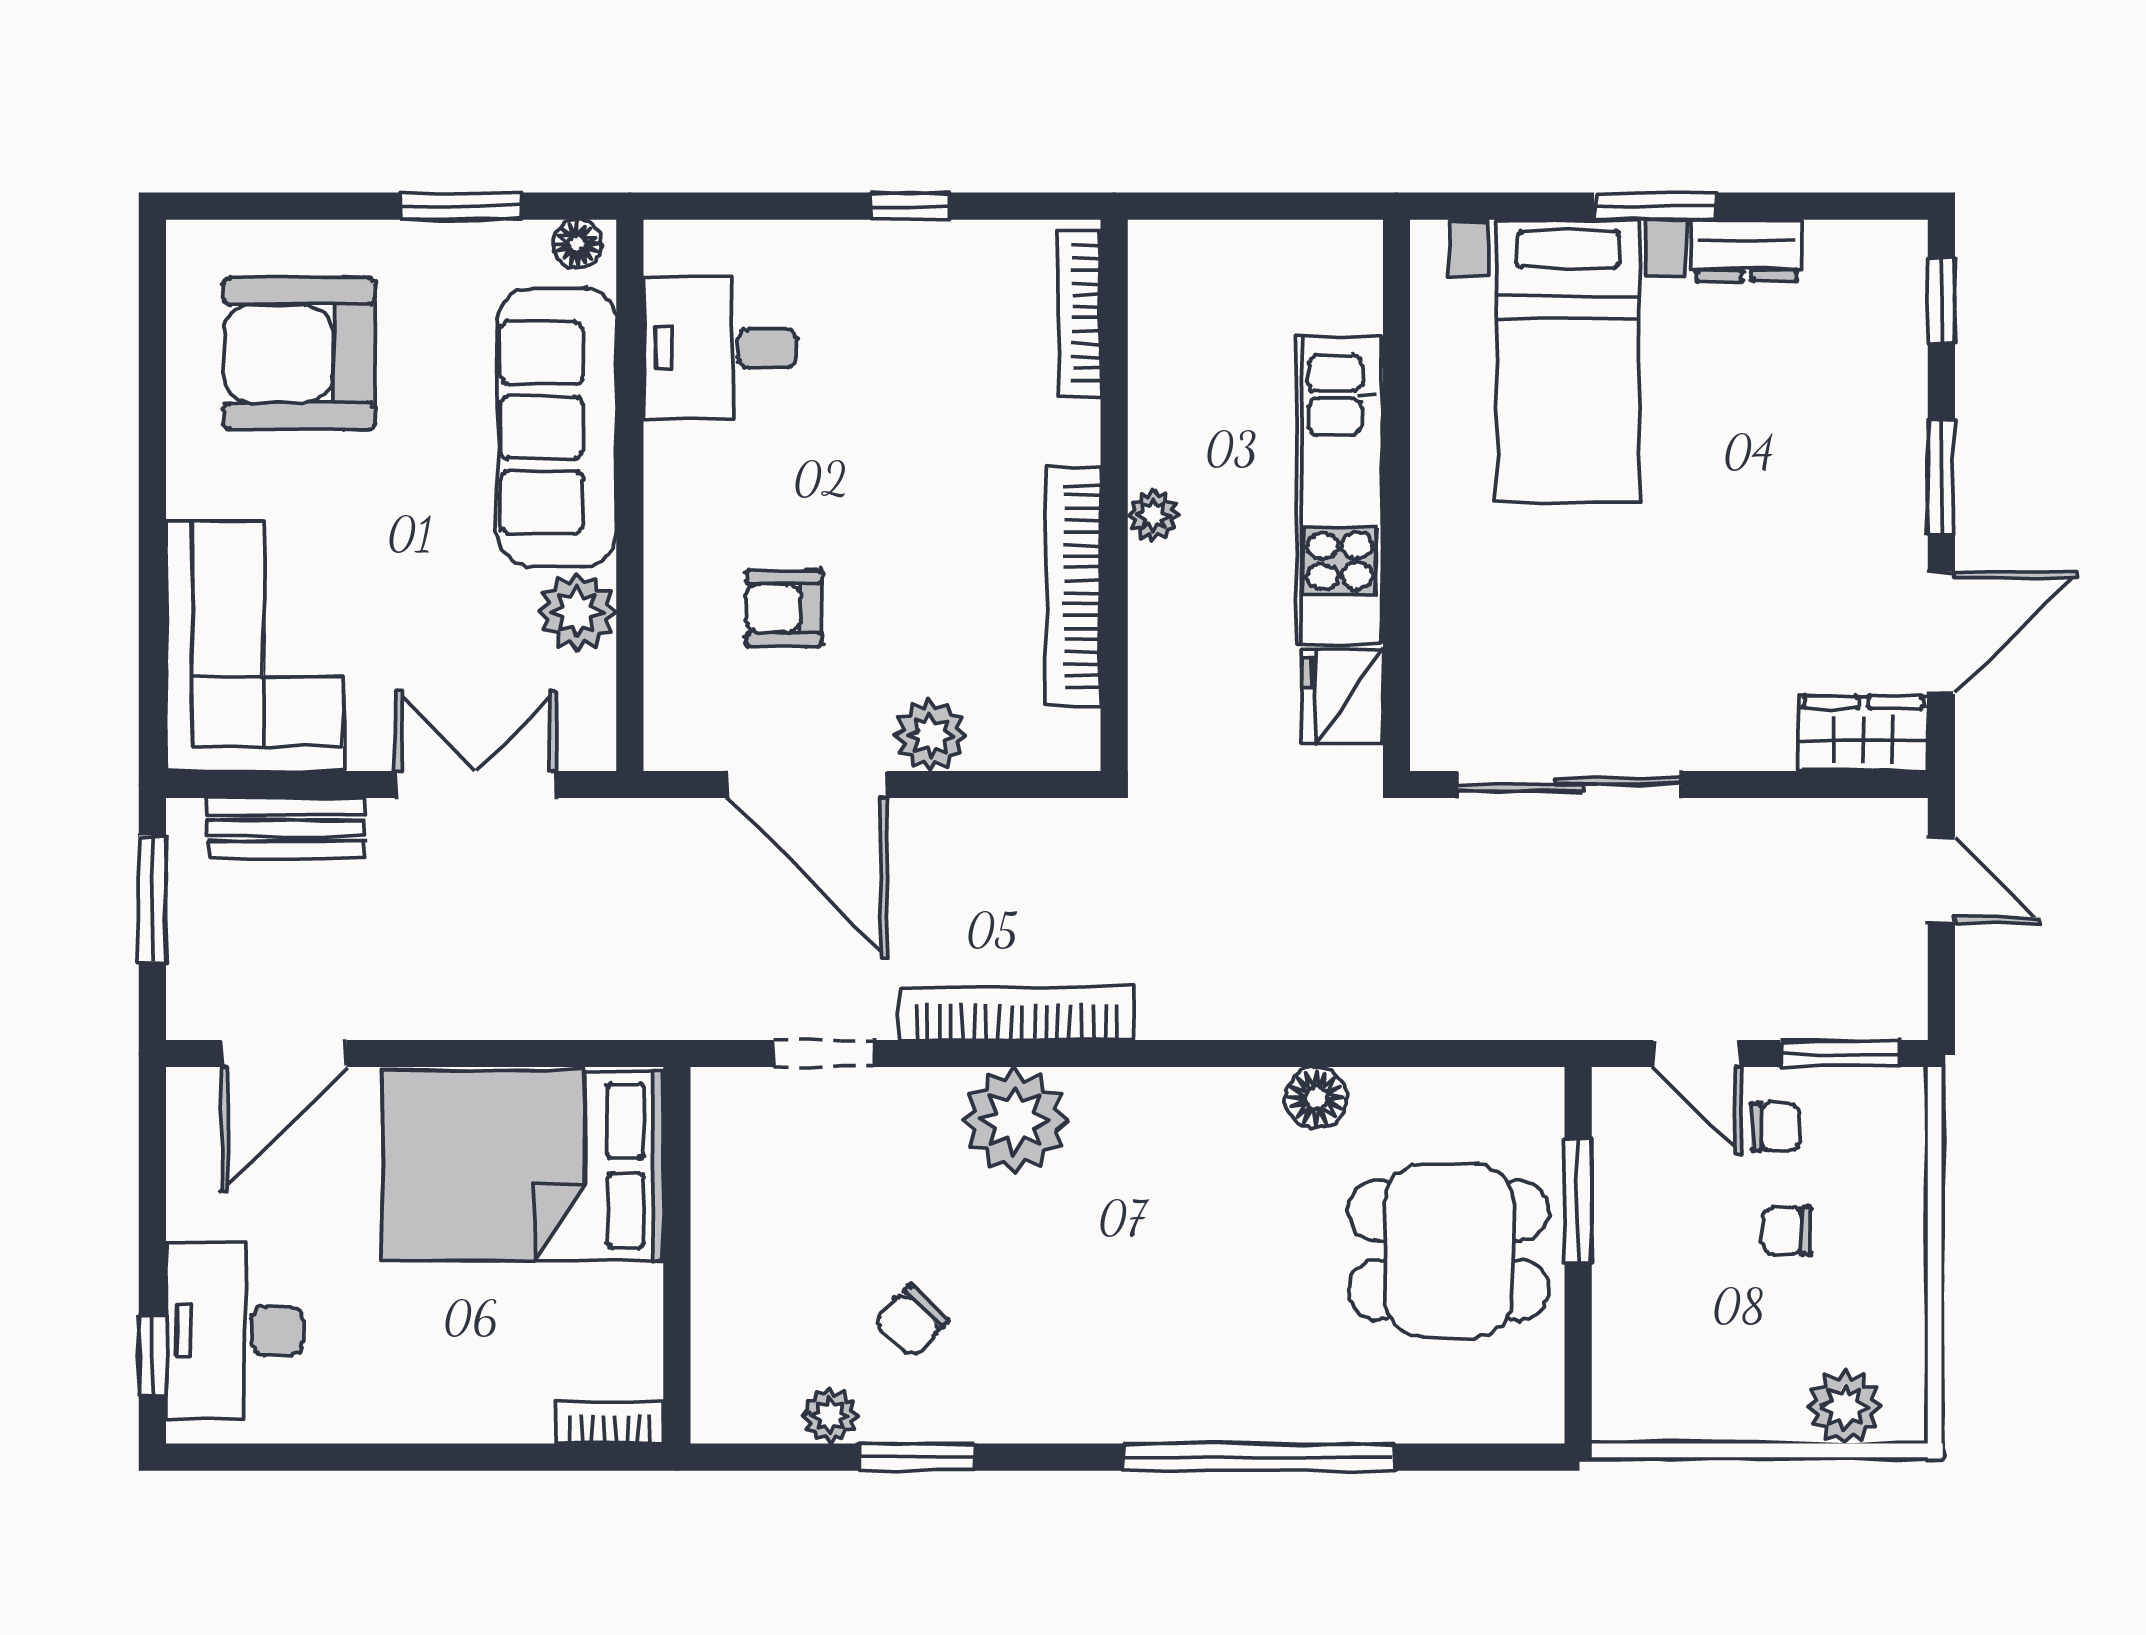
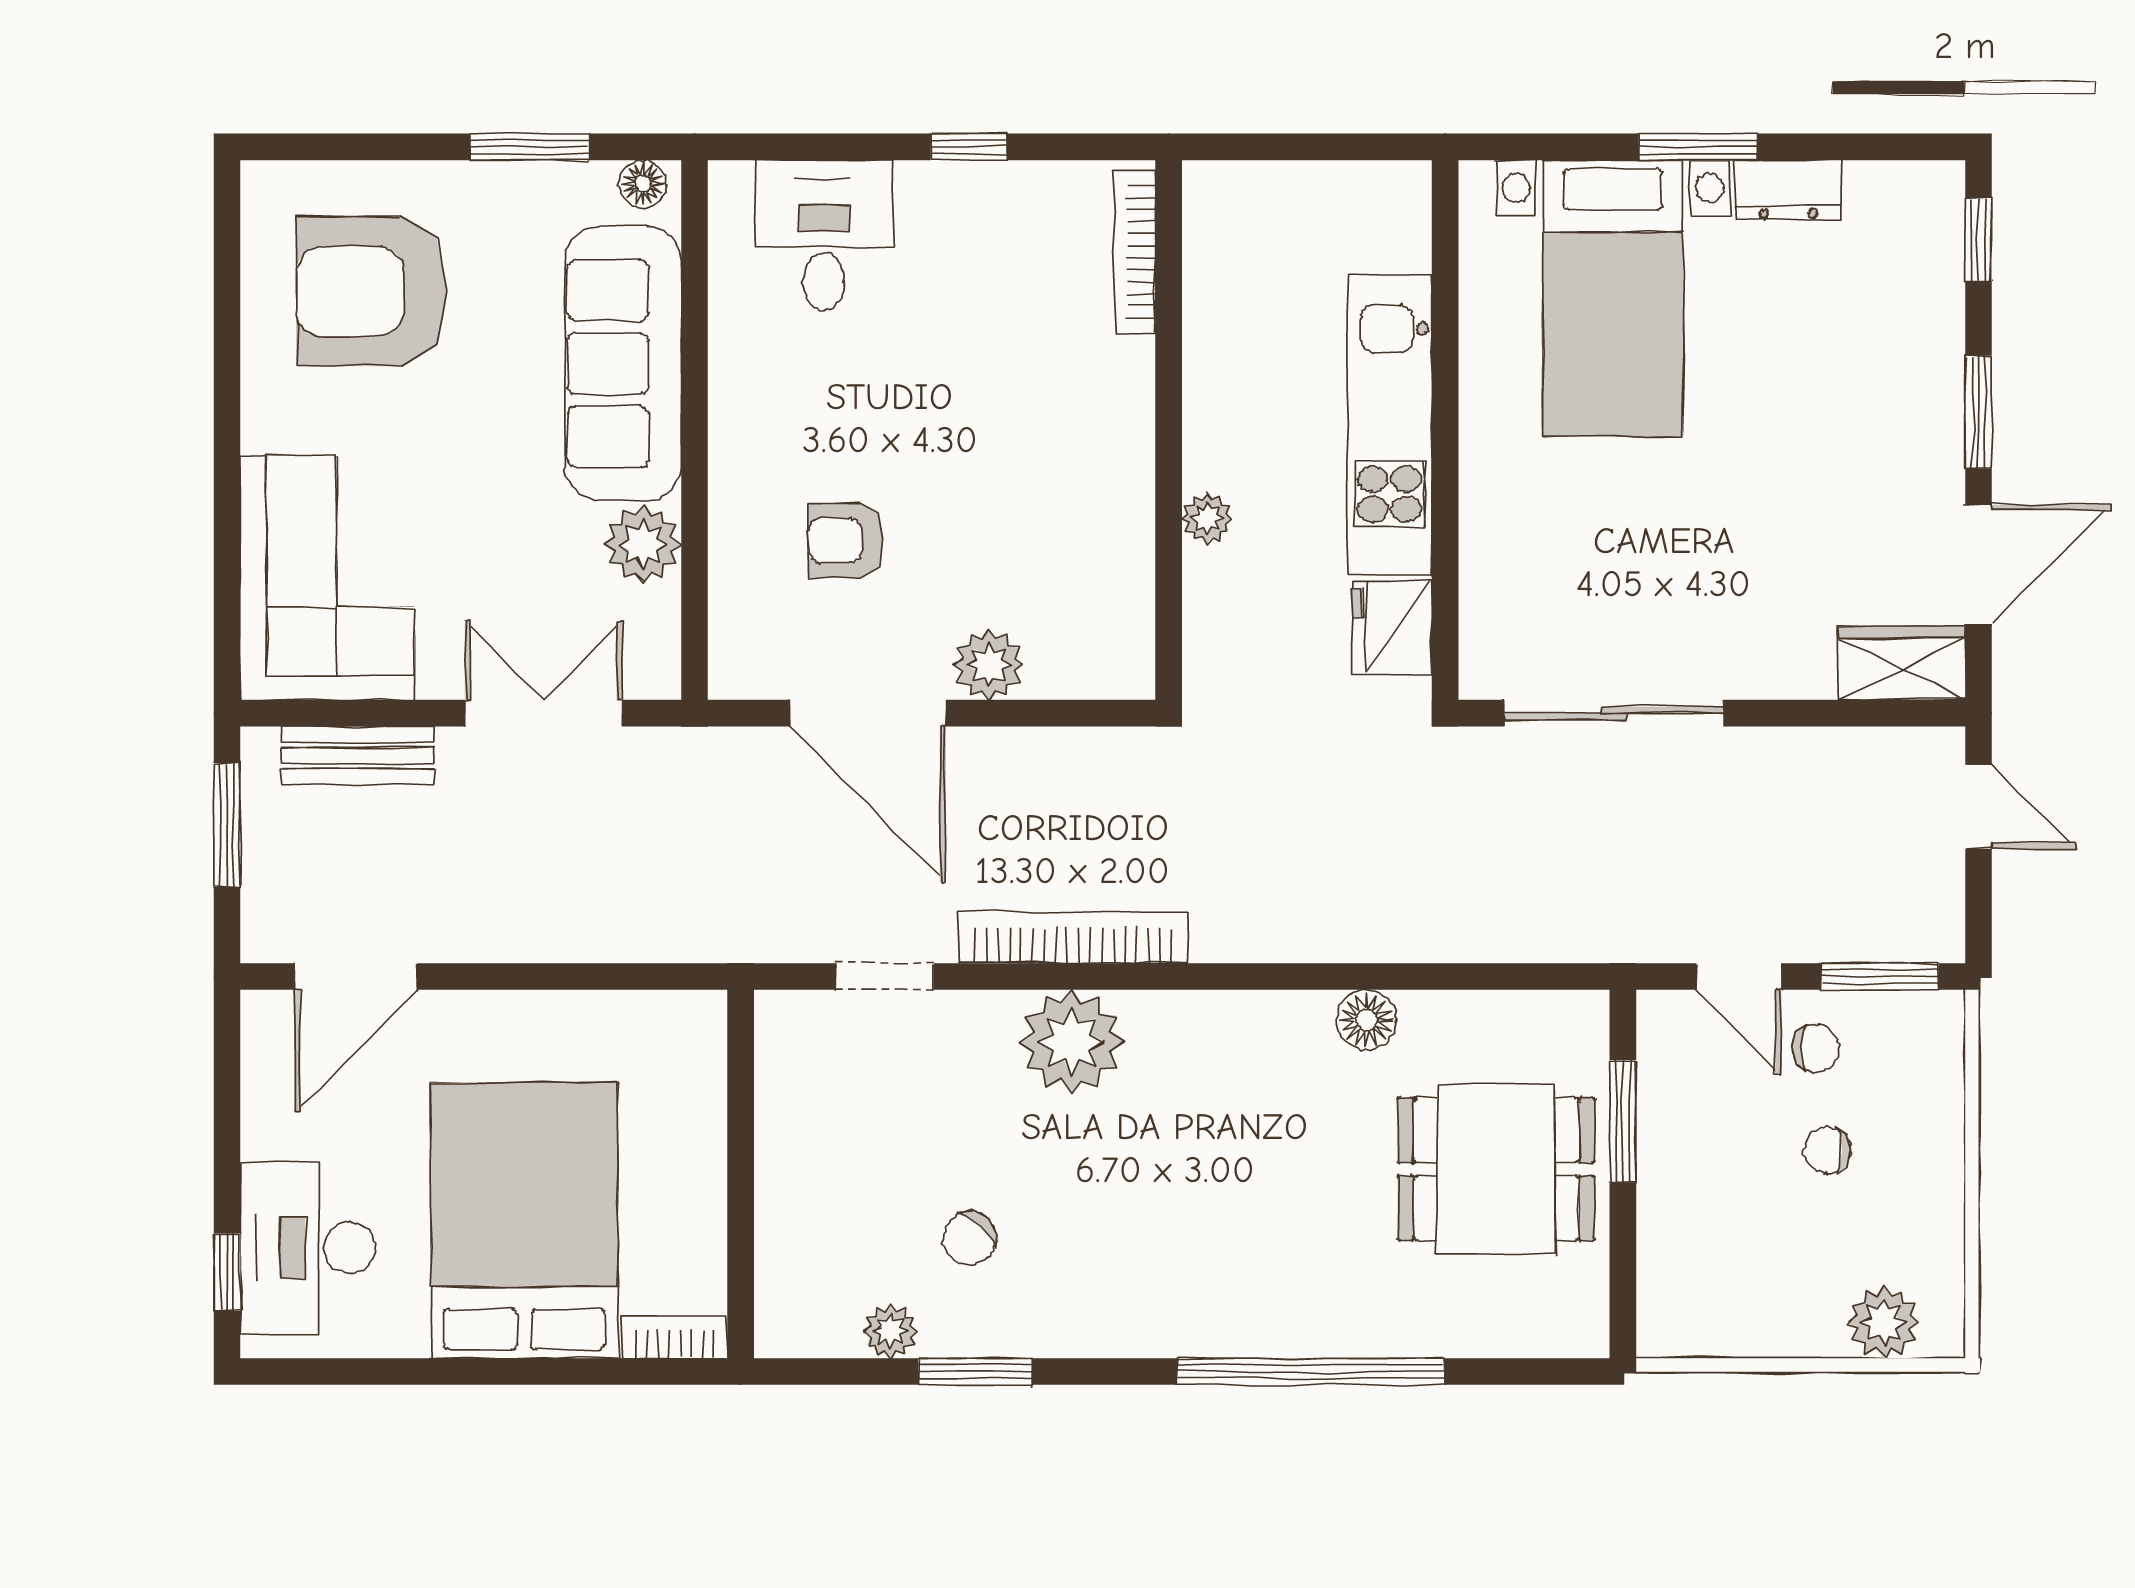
desk: (720, 348) -> (824, 235), moved, turned 90
plant: (1153, 516) -> (1207, 518), moved
bookcase: (1074, 586) -> (1129, 519), removed
bed: (523, 1166) -> (524, 1221), moved, turned 90

